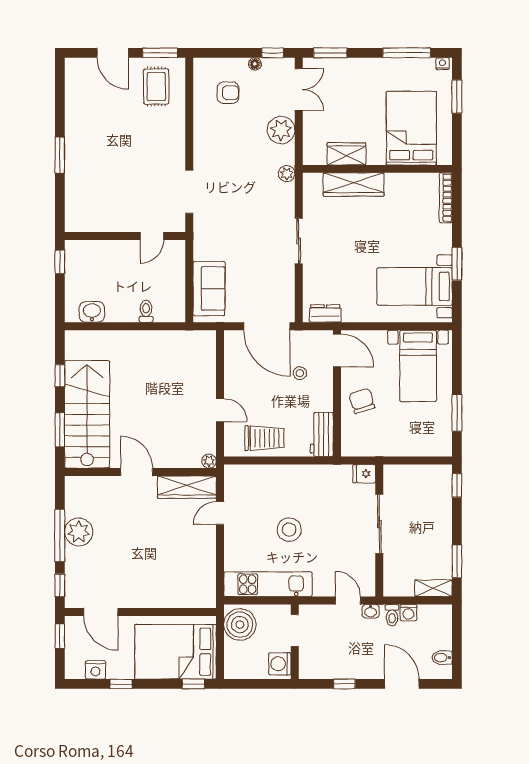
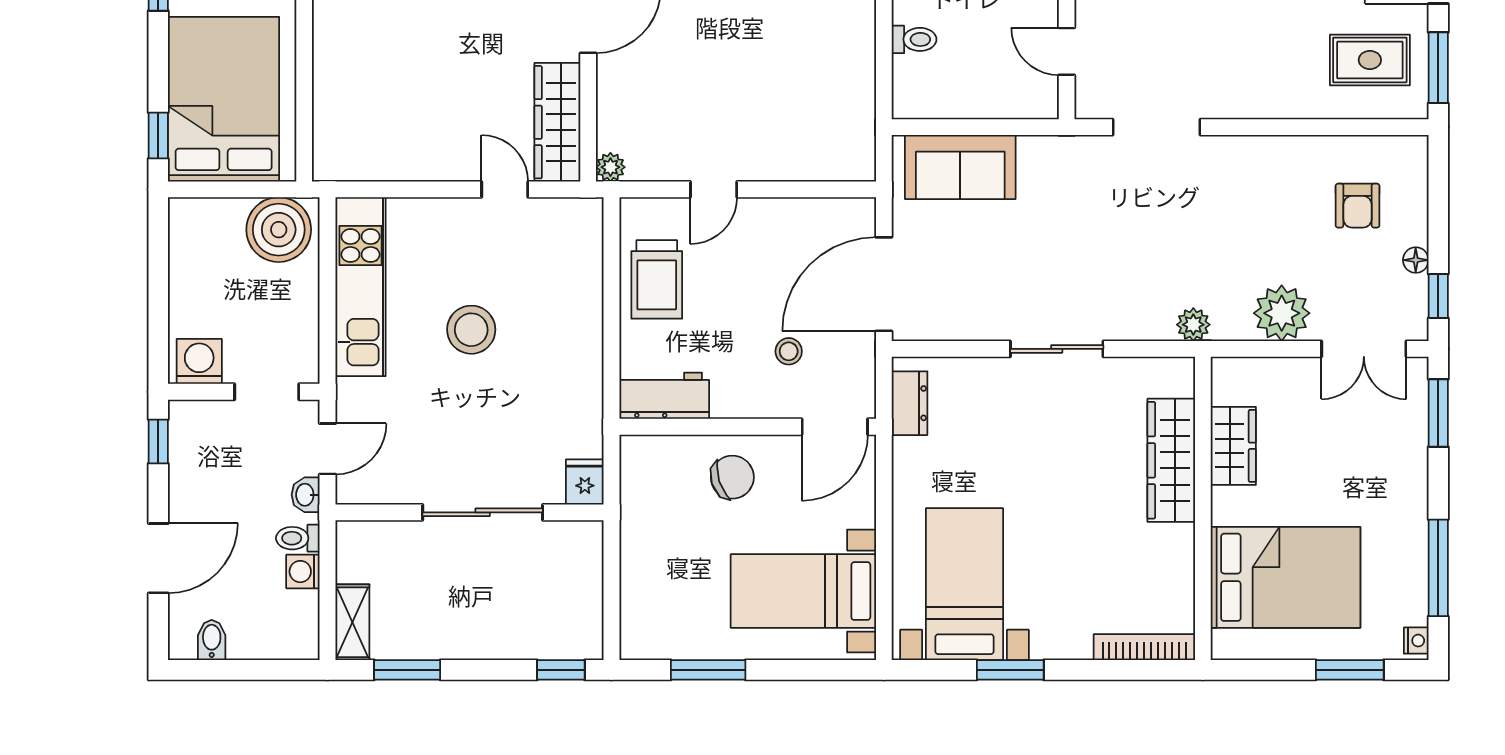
doorway: (295, 630) -> (267, 392), moved
wall: (295, 642) -> (244, 392), moved
washing machine: (280, 664) -> (199, 361), moved

